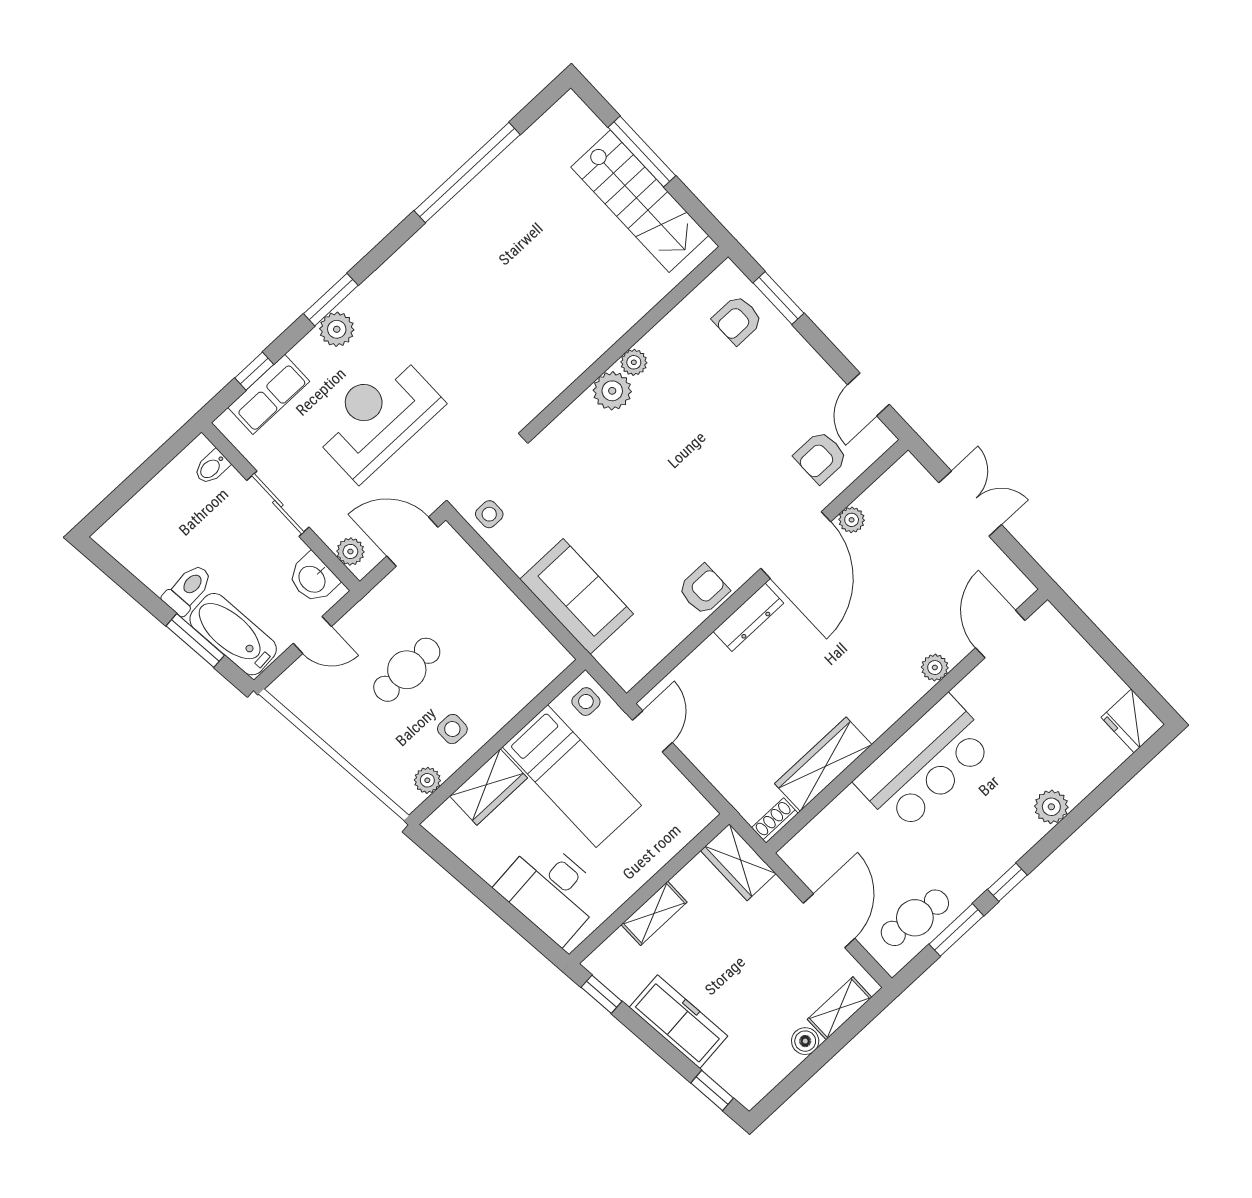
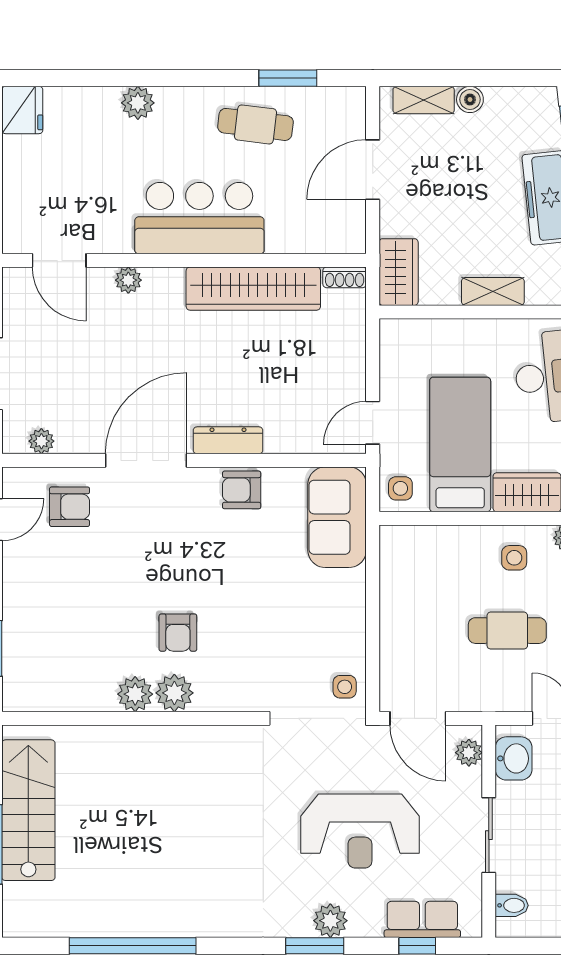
armchair: (737, 320) -> (178, 633), moved, turned 90
plant: (634, 362) -> (135, 694), width x1.38, depth x1.38
plant: (852, 520) -> (41, 441), moved
sofa: (577, 596) -> (337, 517), moved
door: (1000, 634) -> (59, 260), hinge flipped
wardrobe: (823, 764) -> (253, 289), width x1.40, depth x1.17
window: (1007, 882) -> (220, 78), removed
cafe table: (915, 918) -> (255, 124), moved

